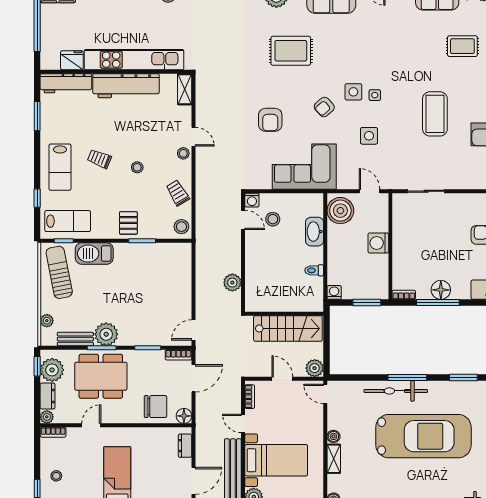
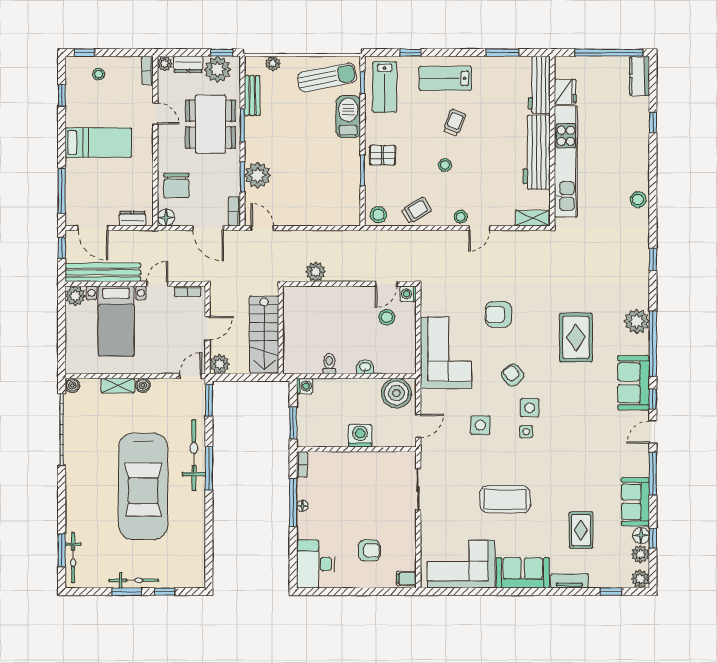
washbasin: (315, 232) -> (365, 367), width x0.52, depth x0.69
floor lamp: (441, 290) -> (302, 506), width x0.53, depth x0.53
plant: (106, 334) -> (258, 175), moved
window: (463, 378) -> (209, 400), moved

